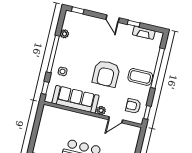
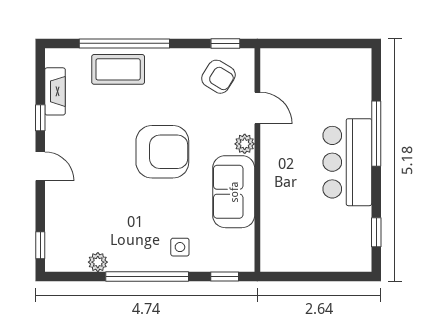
door: (112, 19) -> (40, 166), hinge flipped
coffee table: (140, 77) -> (118, 69), moved, turned 90
sofa: (76, 99) -> (234, 192), width x0.73
armchair: (133, 106) -> (218, 77), turned -58

